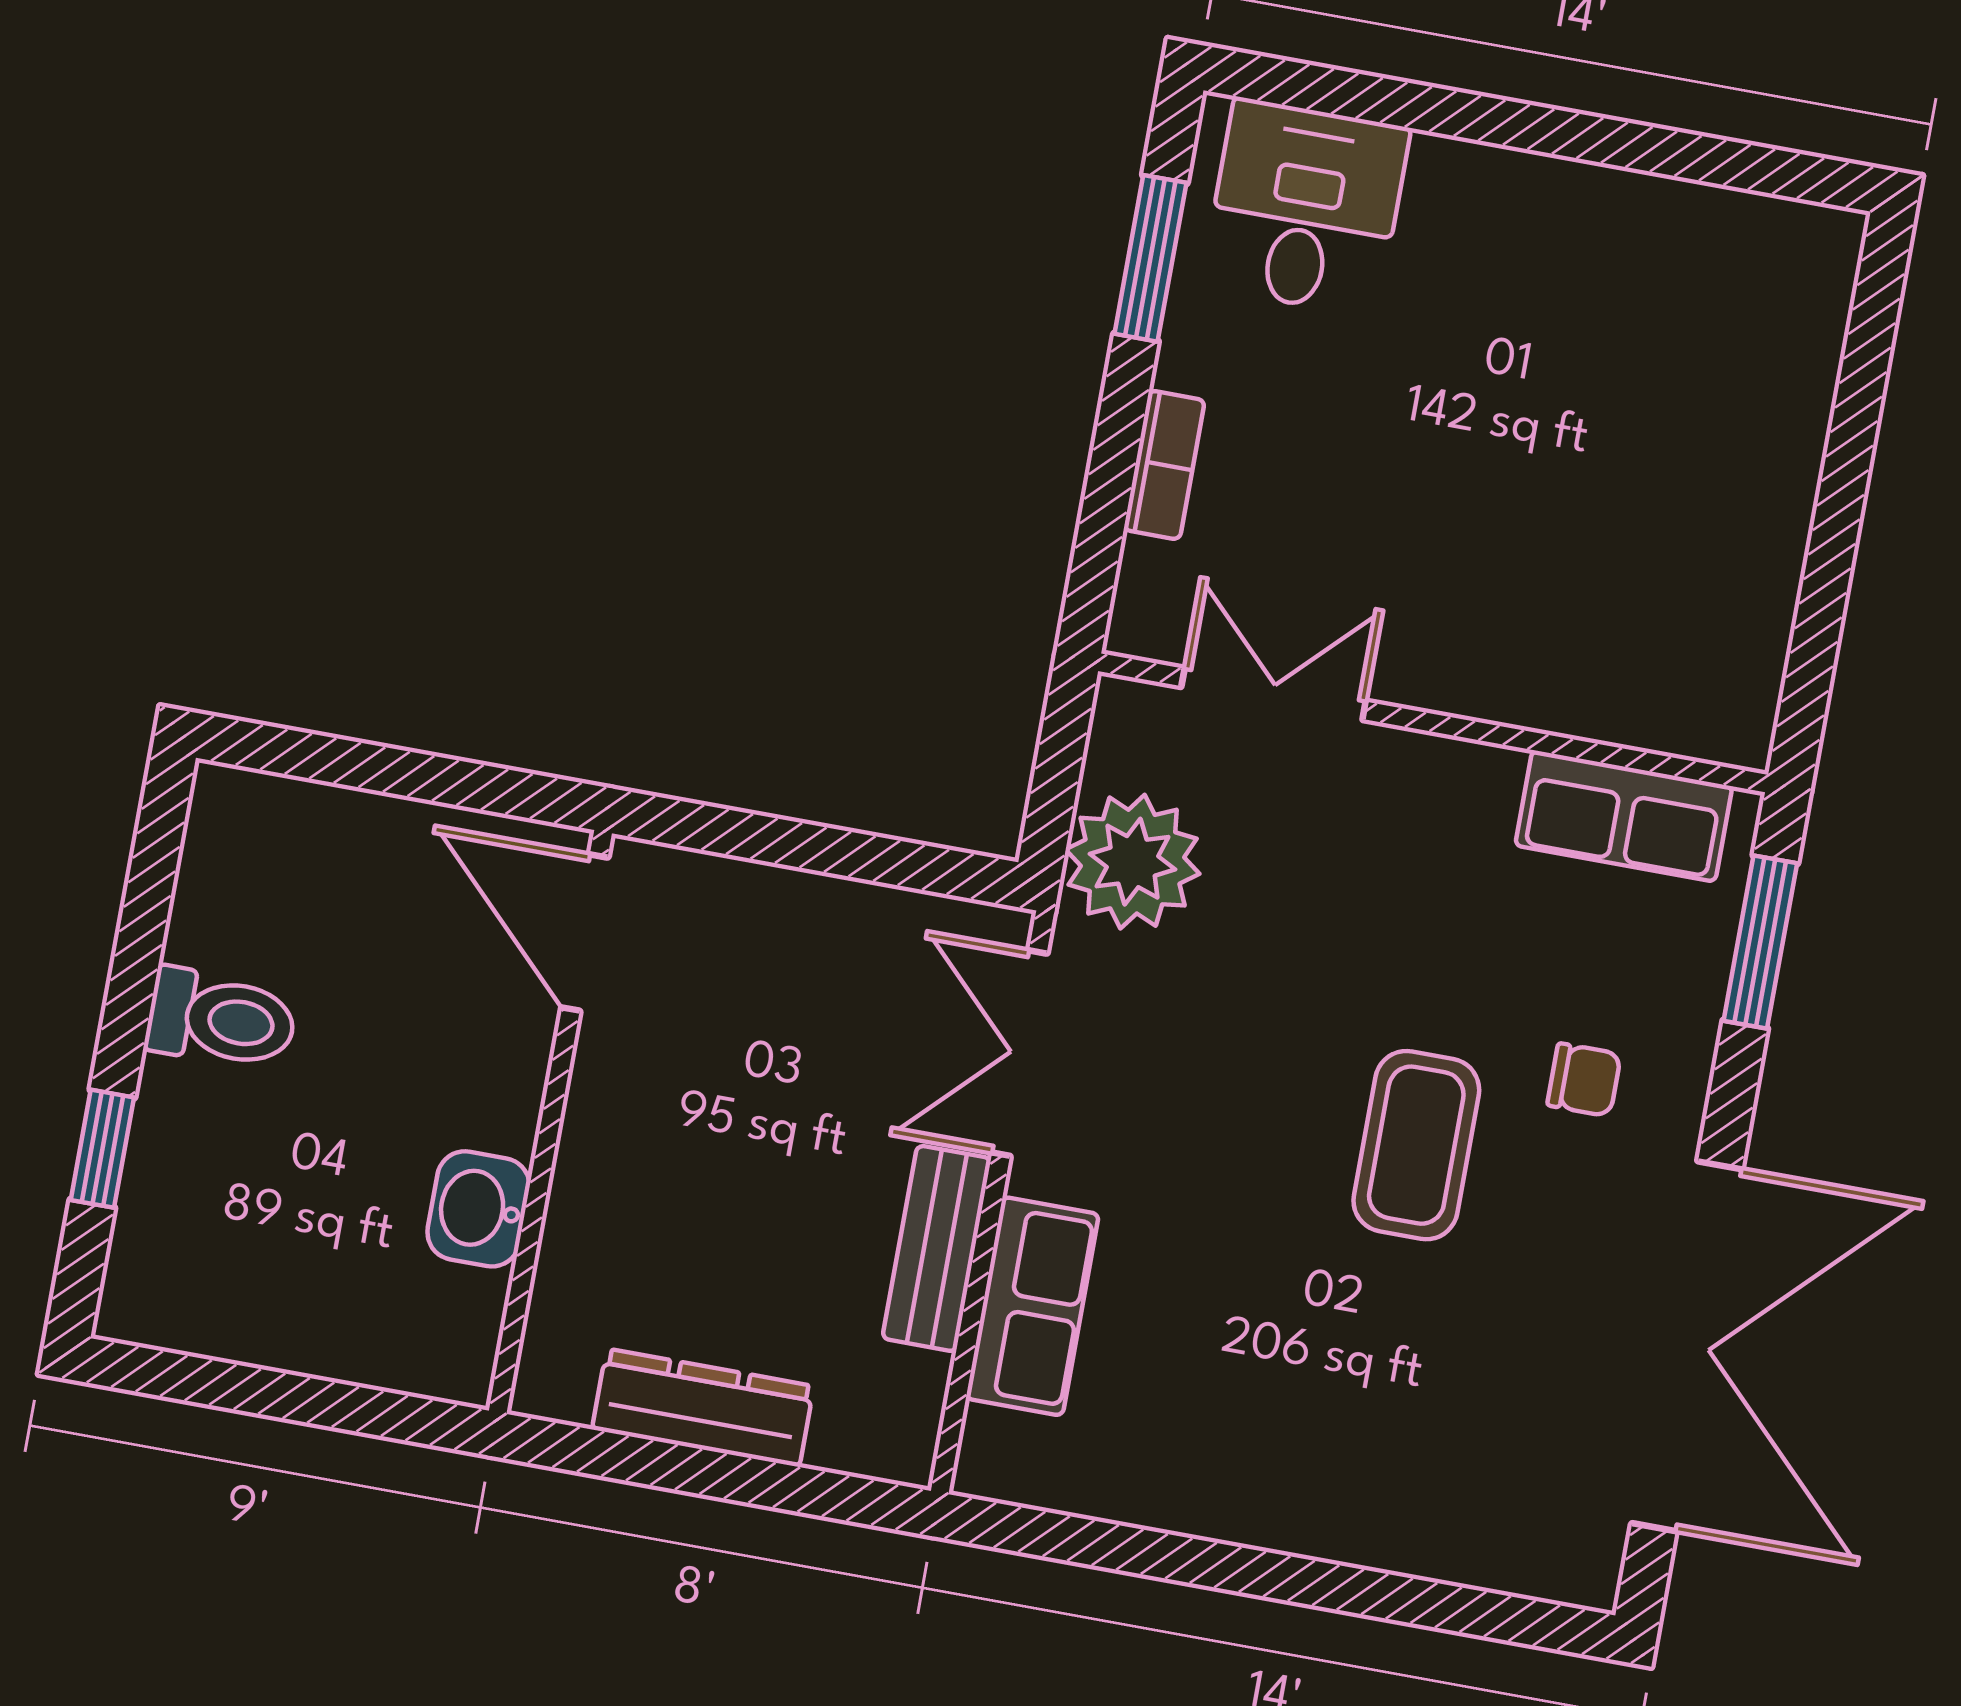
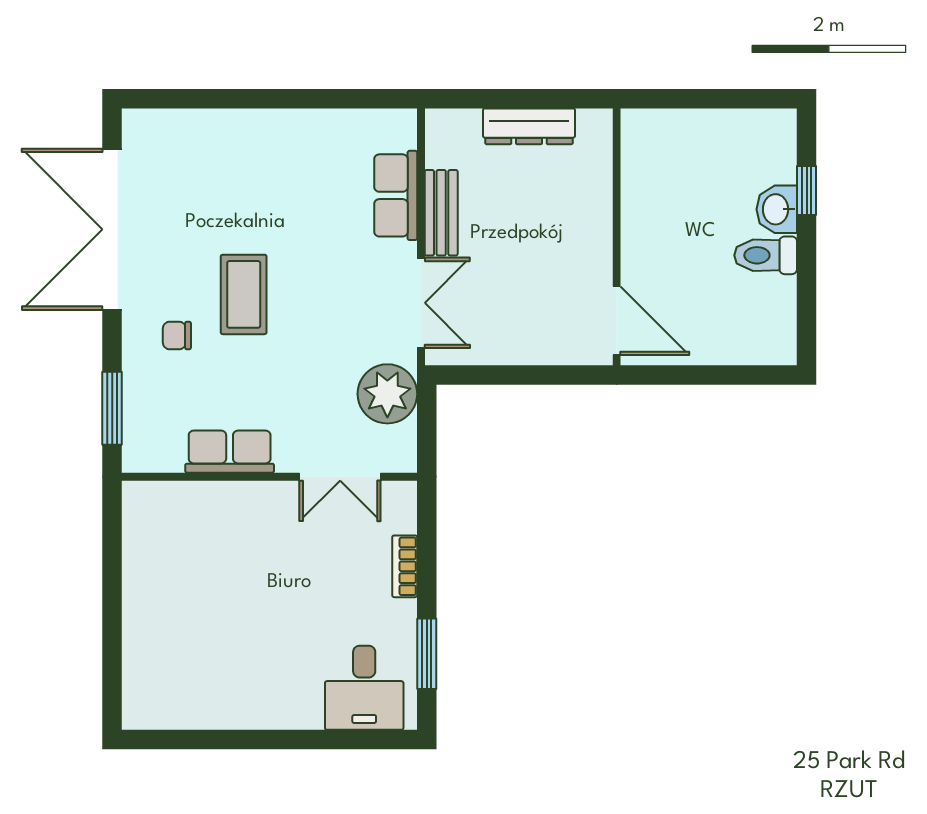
row of seats: (1624, 816) -> (230, 452), moved
washbasin: (478, 1209) -> (777, 209), moved, turned 180

